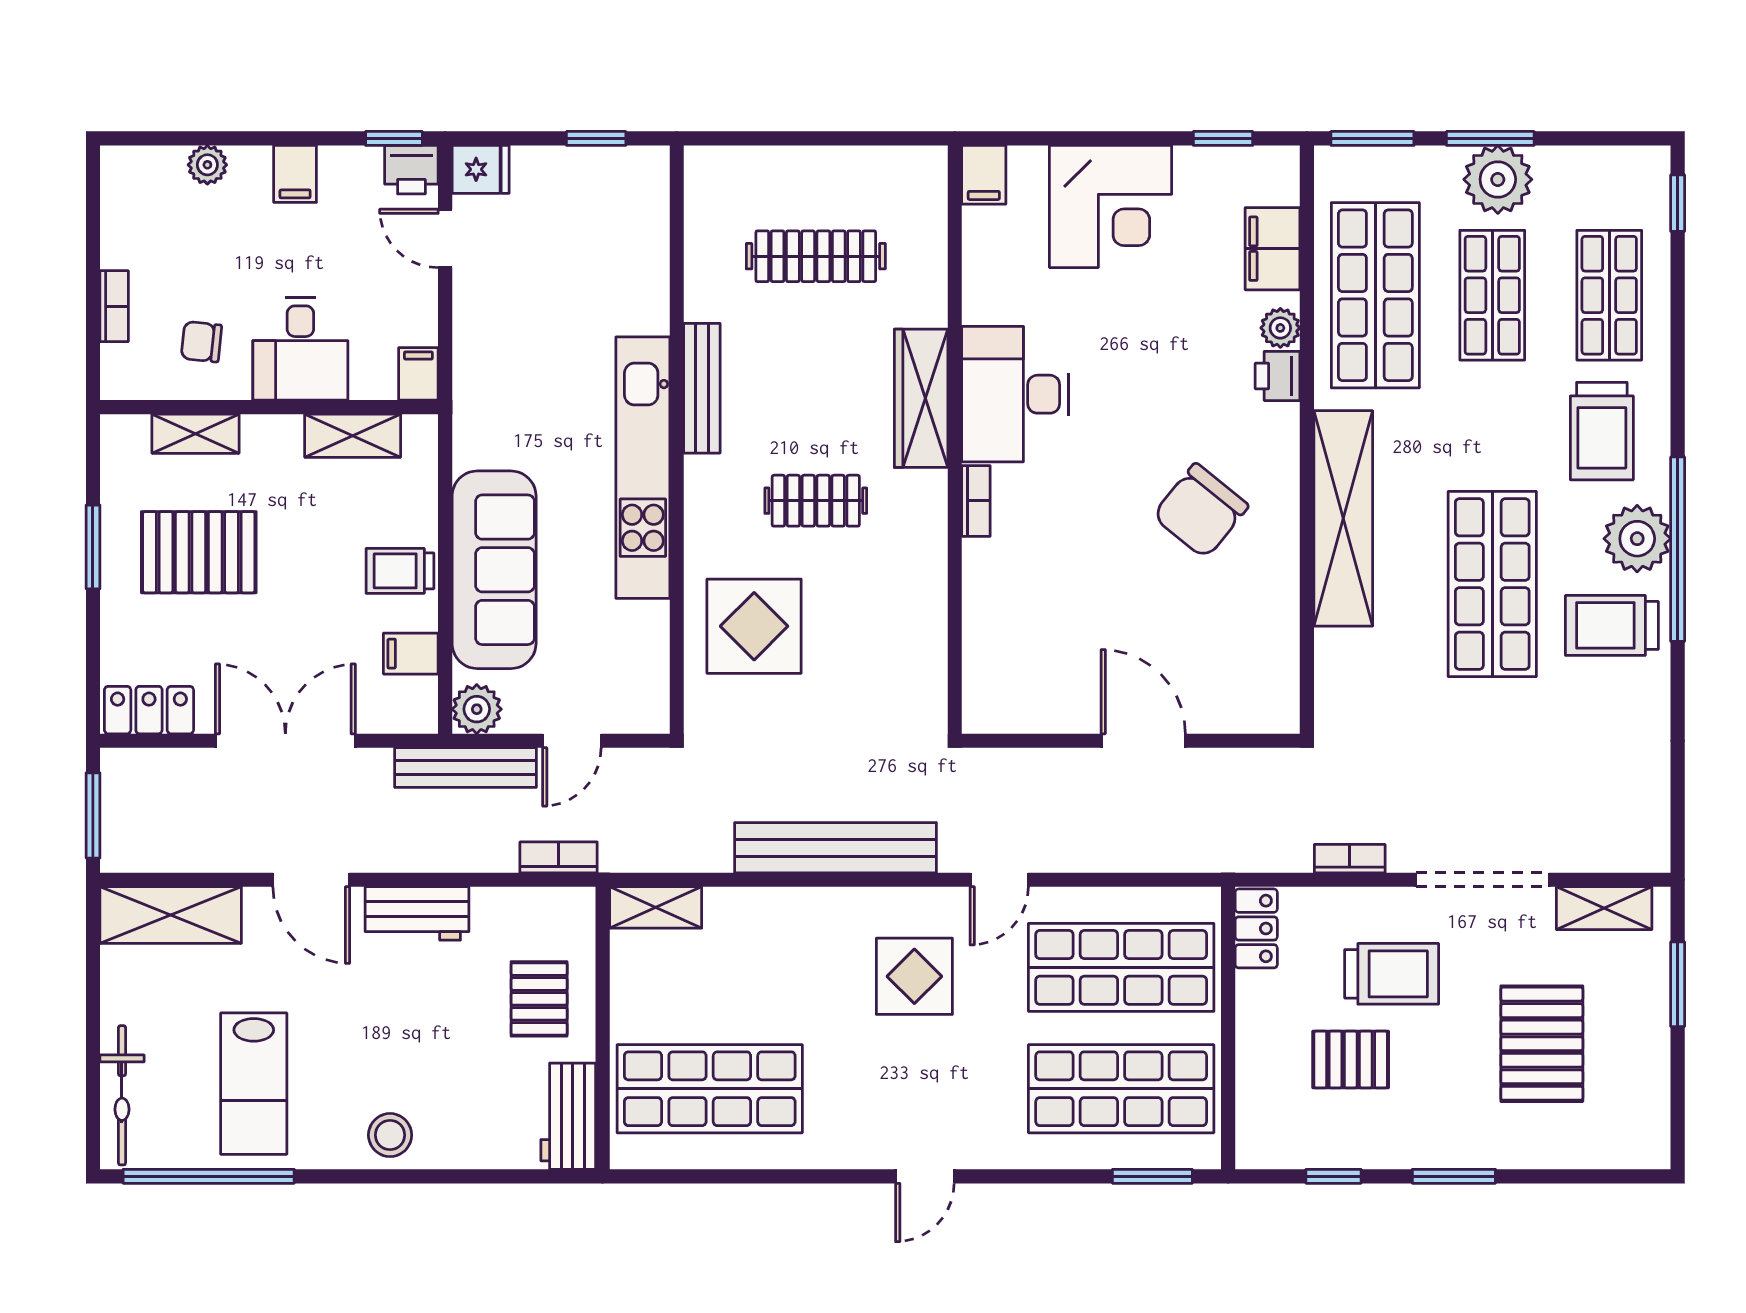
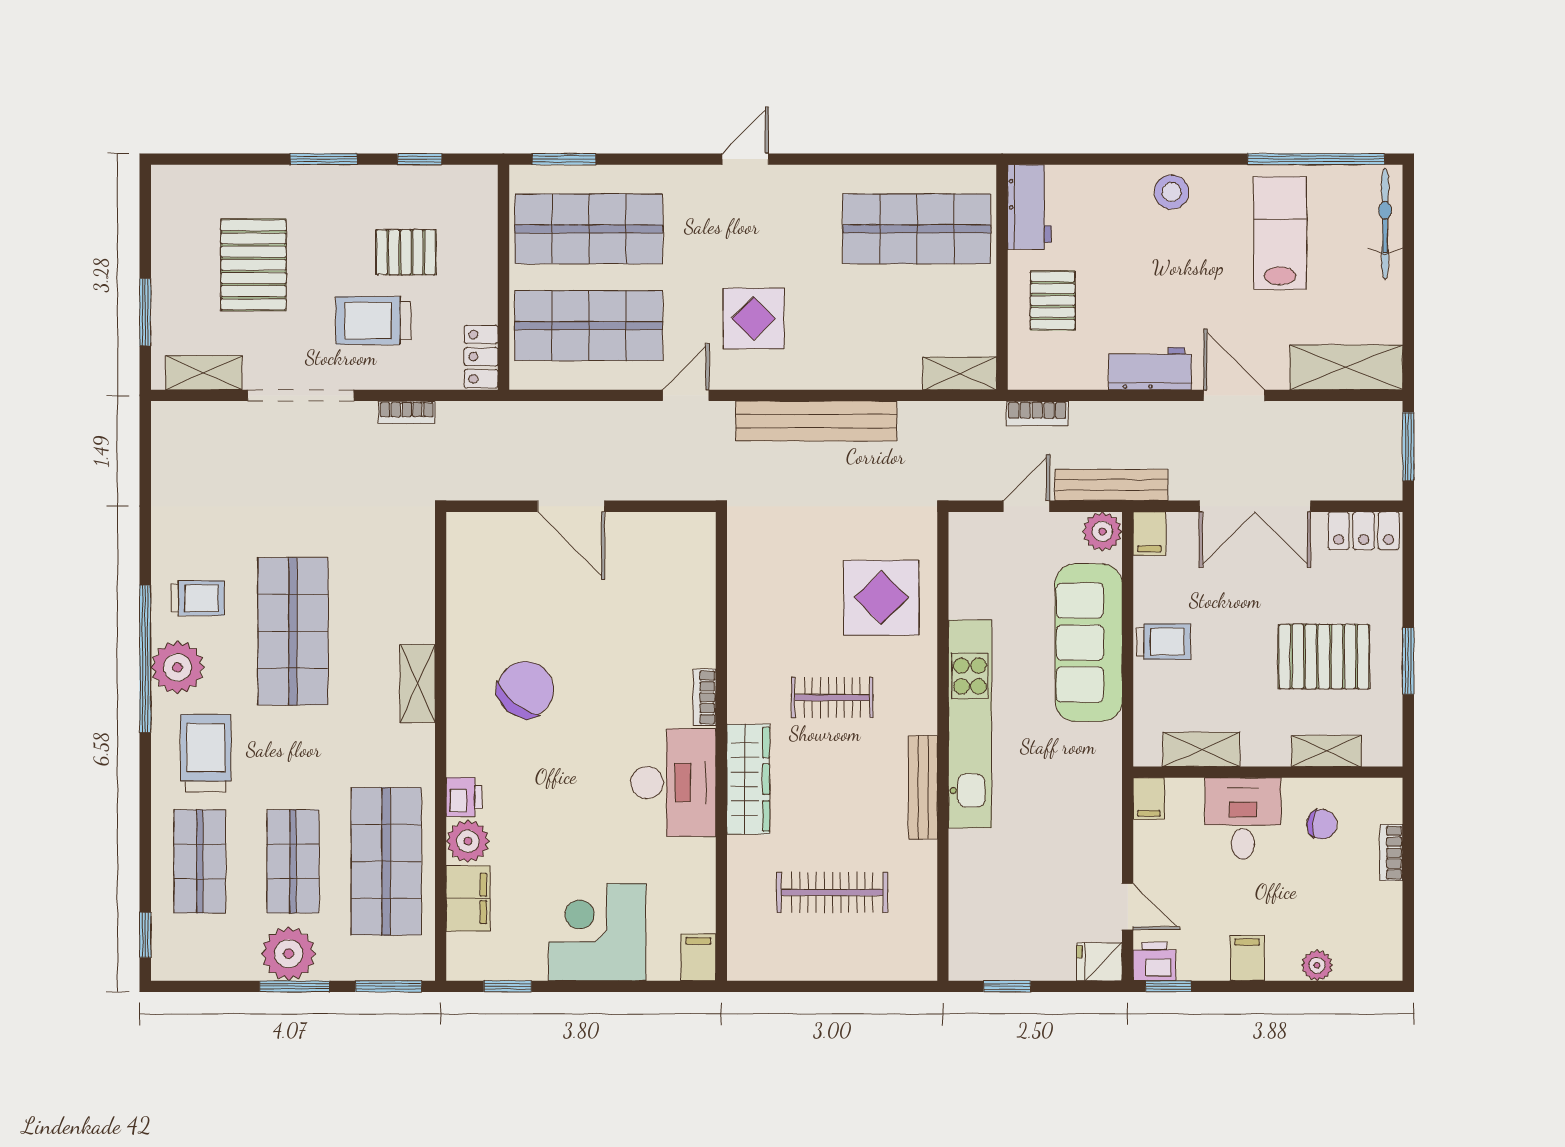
plant: (1280, 328) -> (468, 841), width x1.38, depth x1.38
shelving: (1343, 518) -> (418, 683), width x0.45, depth x0.75
trolley: (1612, 625) -> (198, 598), width x0.73, depth x0.72
filing cabinet: (411, 654) -> (1149, 534), moved, turned 90

